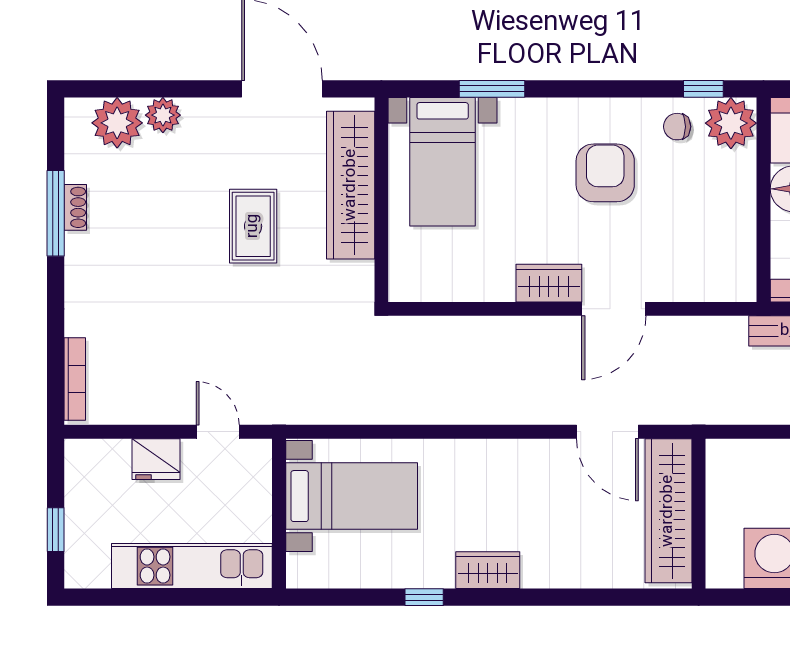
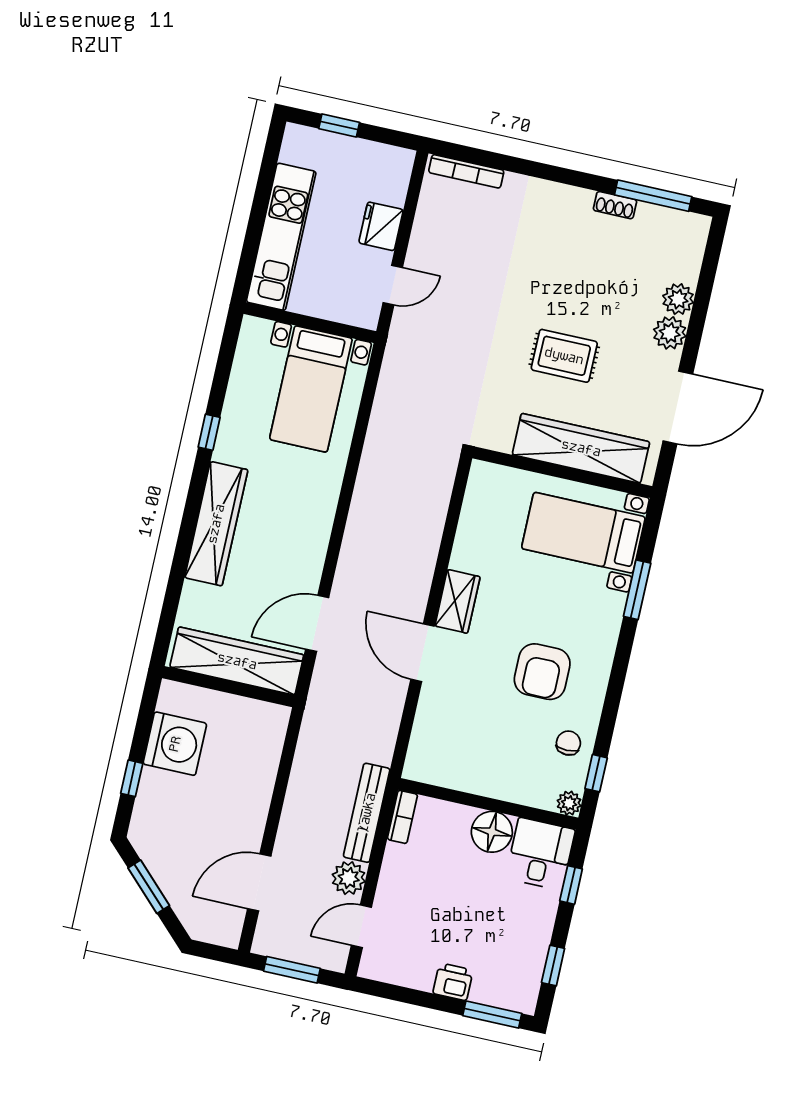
plant: (117, 123) -> (670, 333), moved, width x0.73, depth x0.73
plant: (731, 123) -> (569, 803), width x0.53, depth x0.53
armchair: (605, 173) -> (542, 672), turned 90
window: (56, 213) -> (653, 196), moved
wardrobe: (488, 570) -> (216, 524), width x2.10, depth x1.17

